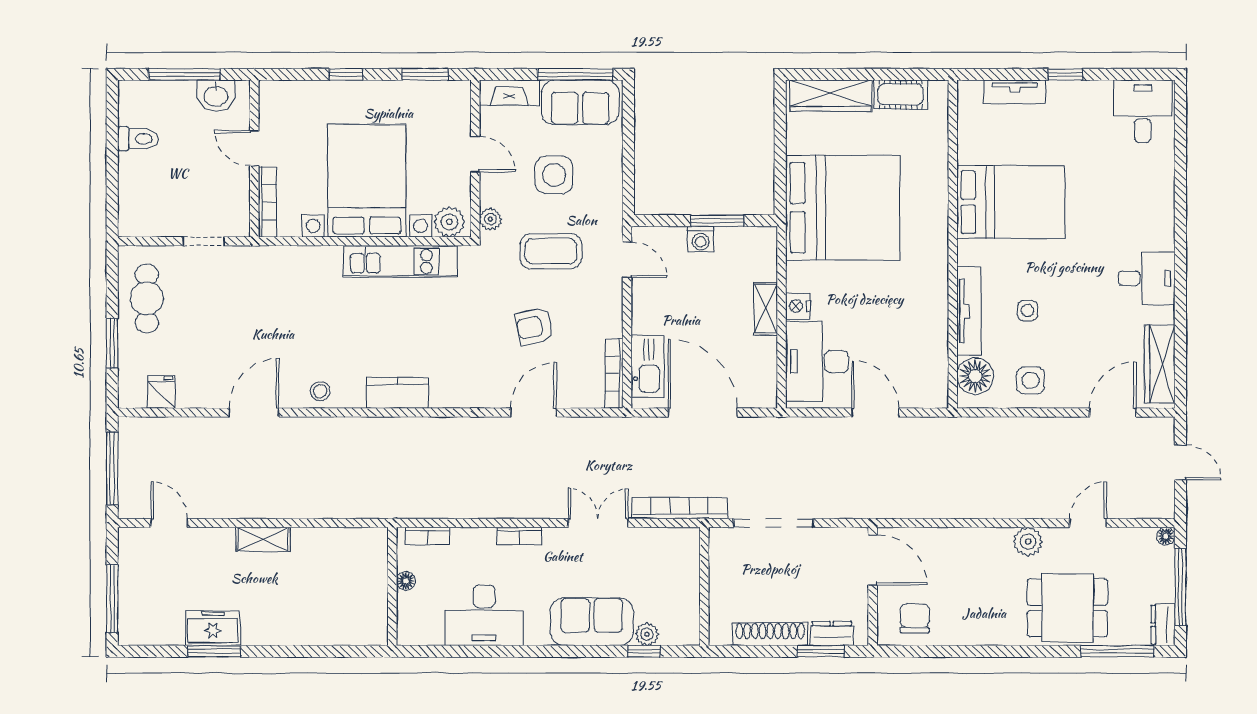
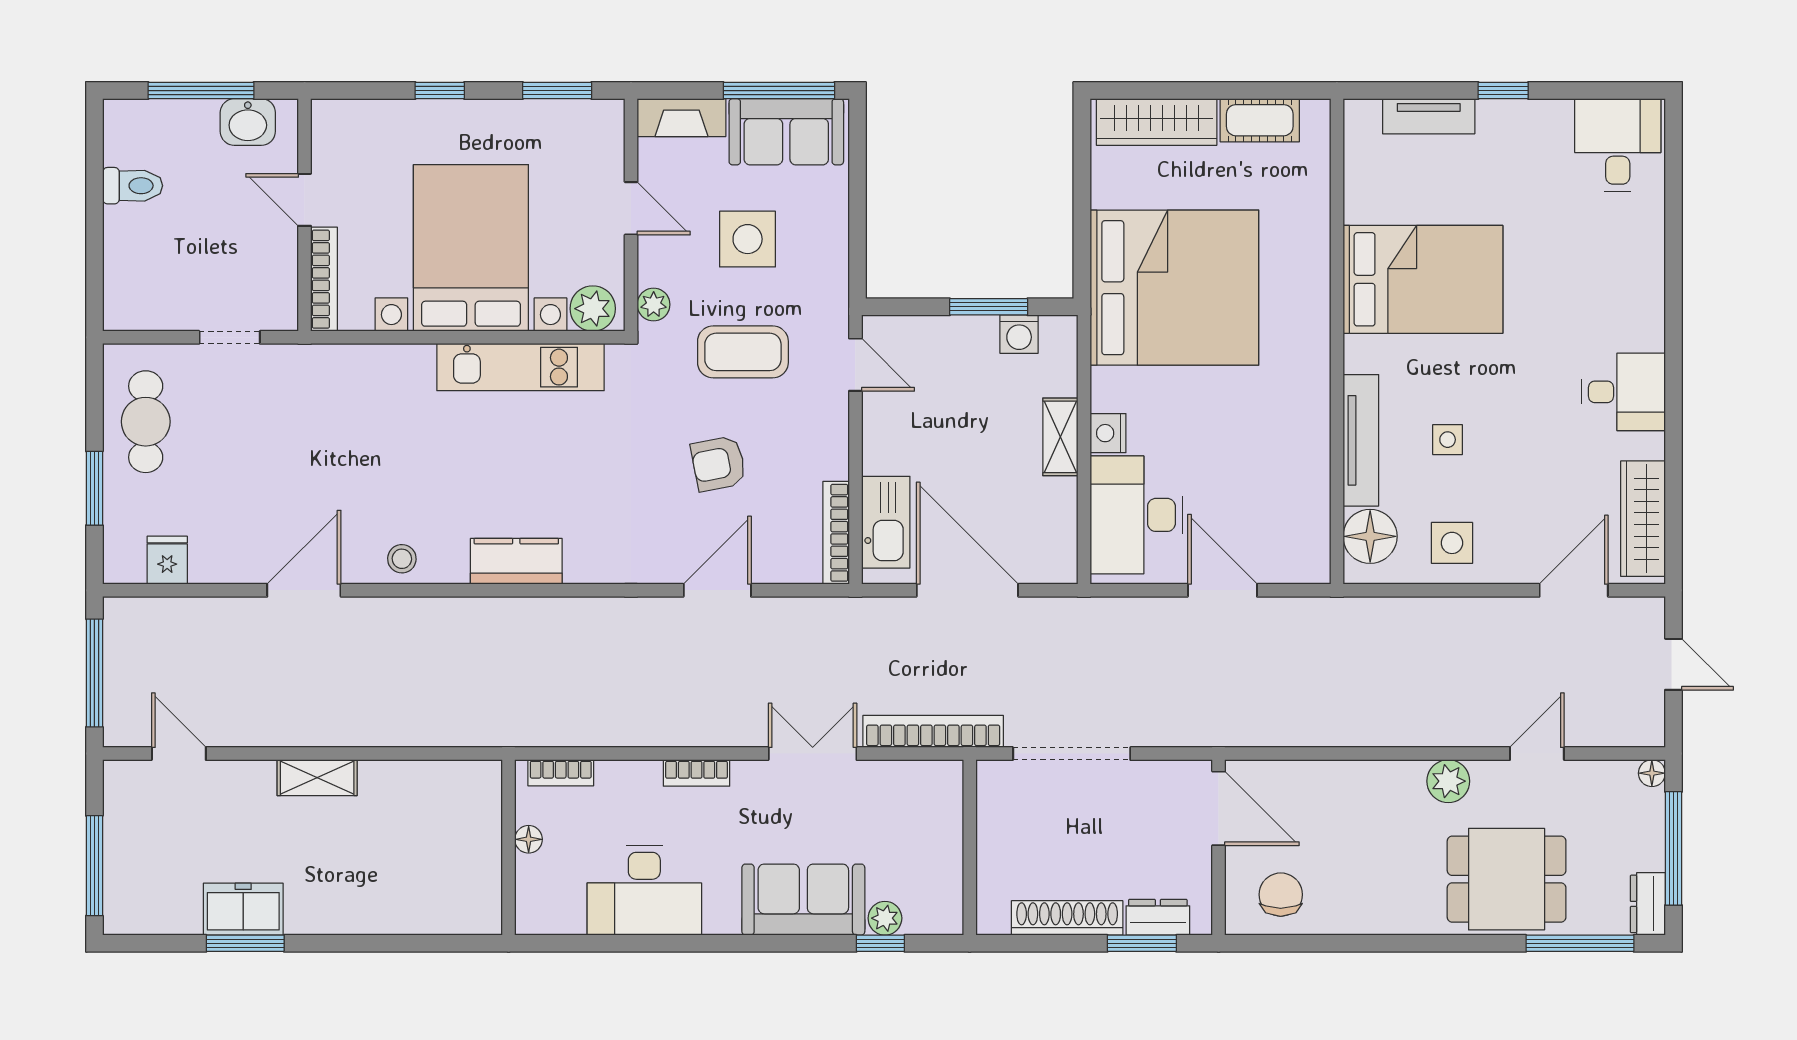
washing machine: (701, 239) -> (1019, 334), moved

